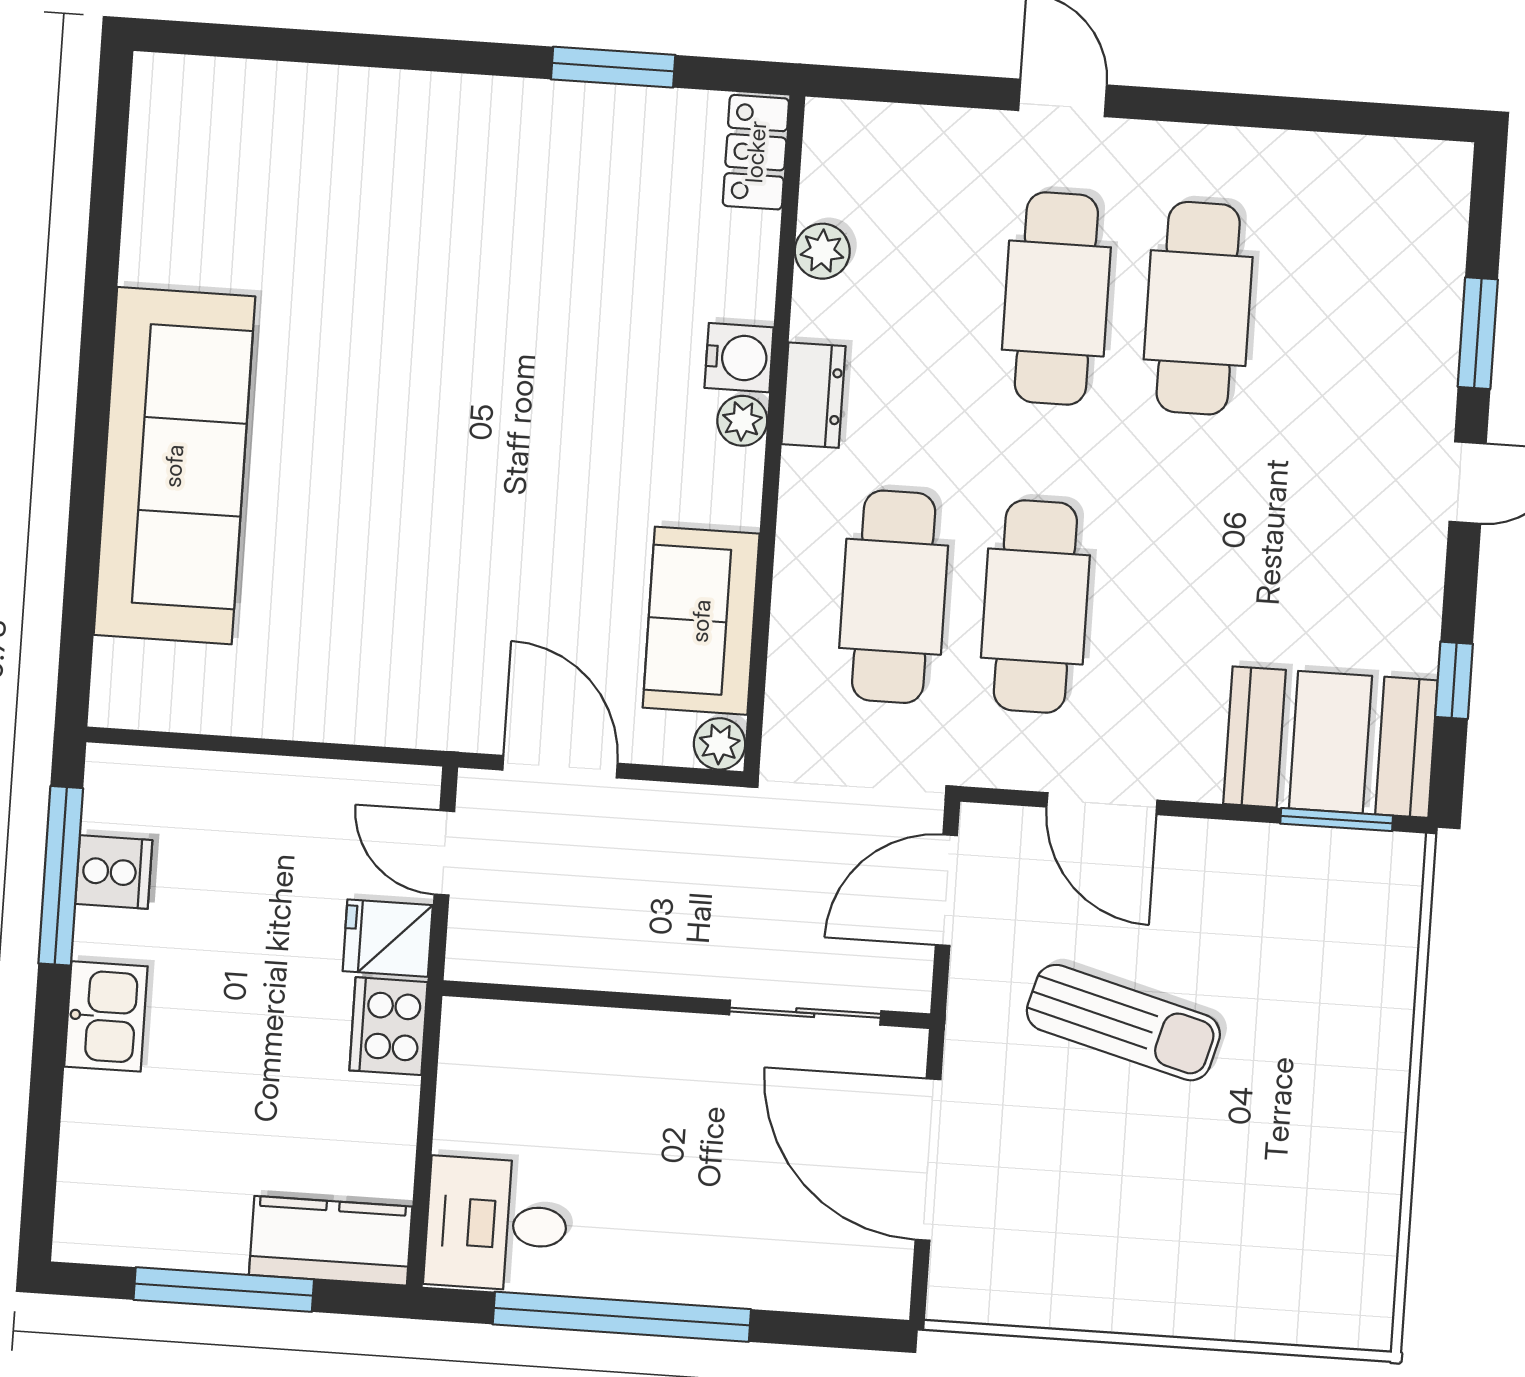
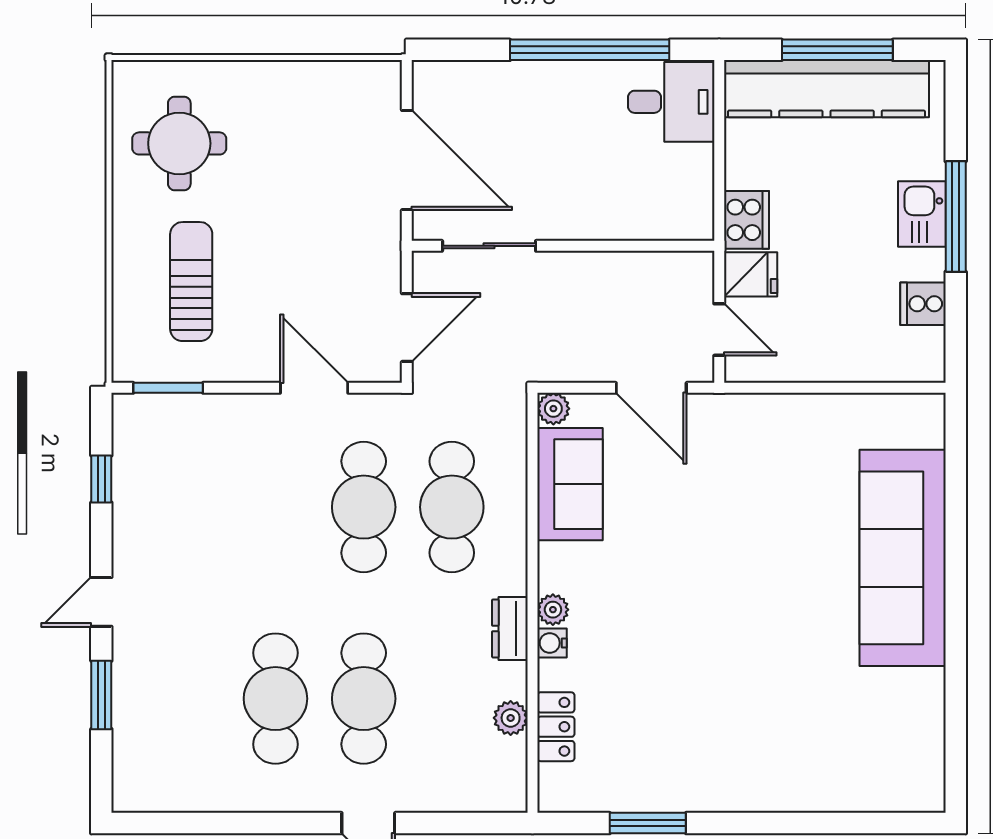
locker: (756, 152) -> (556, 727), moved
water cooler: (739, 358) -> (552, 643), width x0.72, depth x0.72
booth: (1330, 742) -> (175, 435), removed
window: (61, 876) -> (956, 216), moved
sun lounger: (1123, 1023) -> (191, 282), moved, turned 75
round table: (1292, 1211) -> (179, 143), added
kitchen counter: (331, 1241) -> (826, 89), width x2.08, depth x1.17

